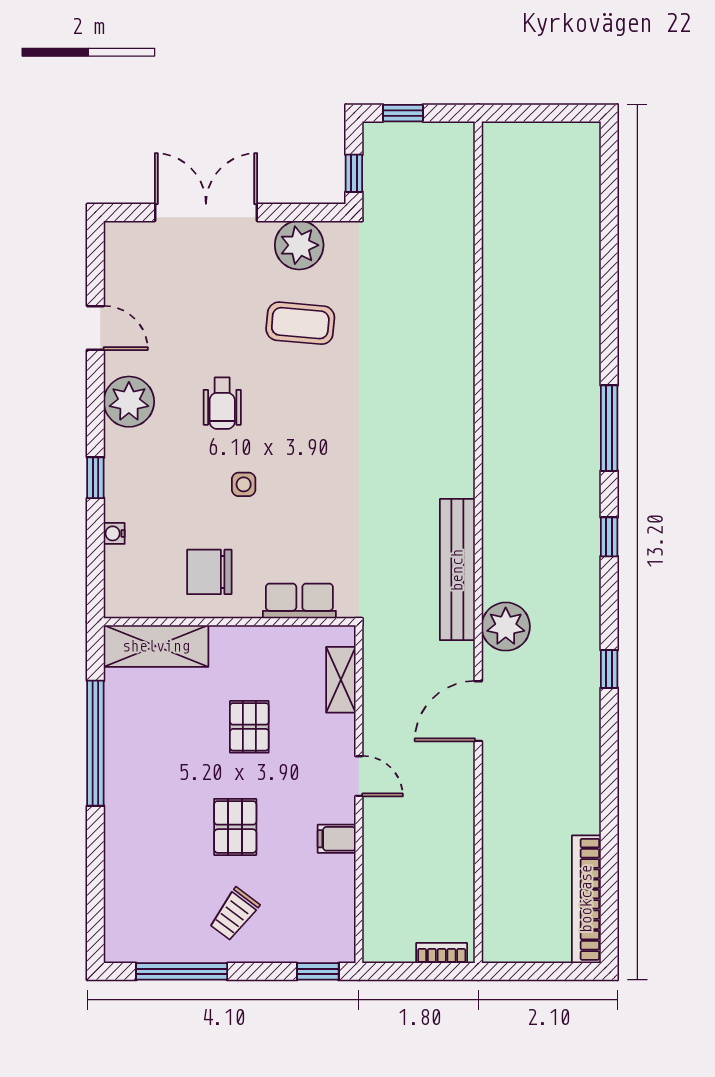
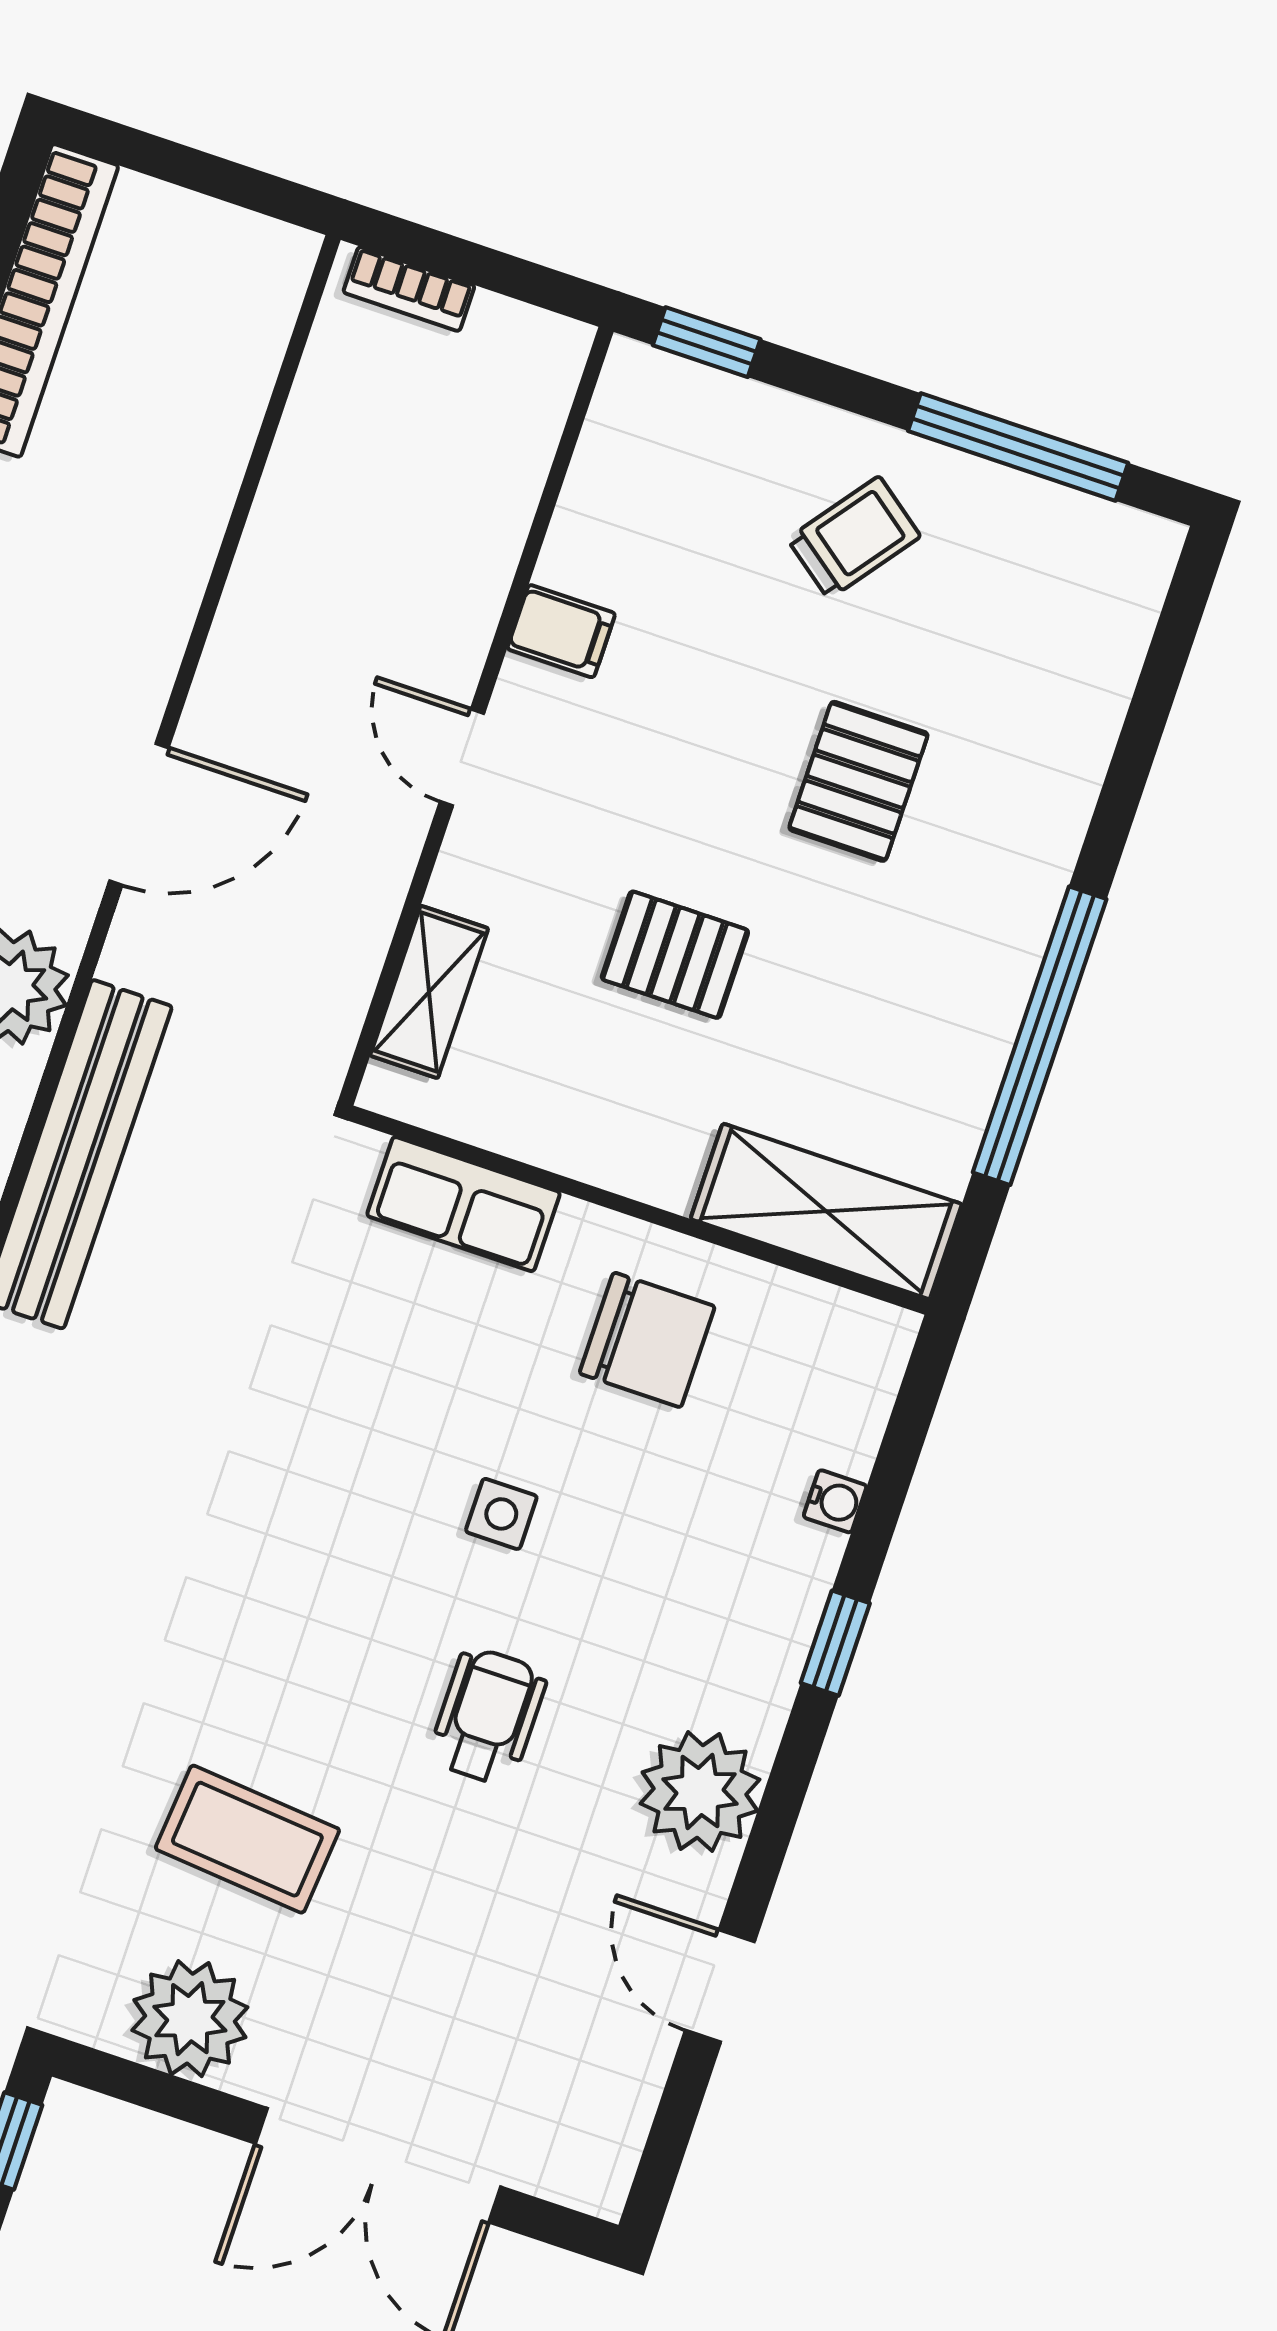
pallet: (249, 727) -> (675, 955), turned 90
pallet: (235, 827) -> (858, 781), moved

